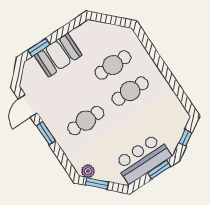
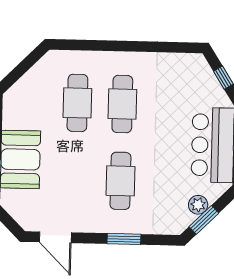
window: (46, 133) -> (124, 239), moved
plant: (88, 171) -> (198, 205), moved

